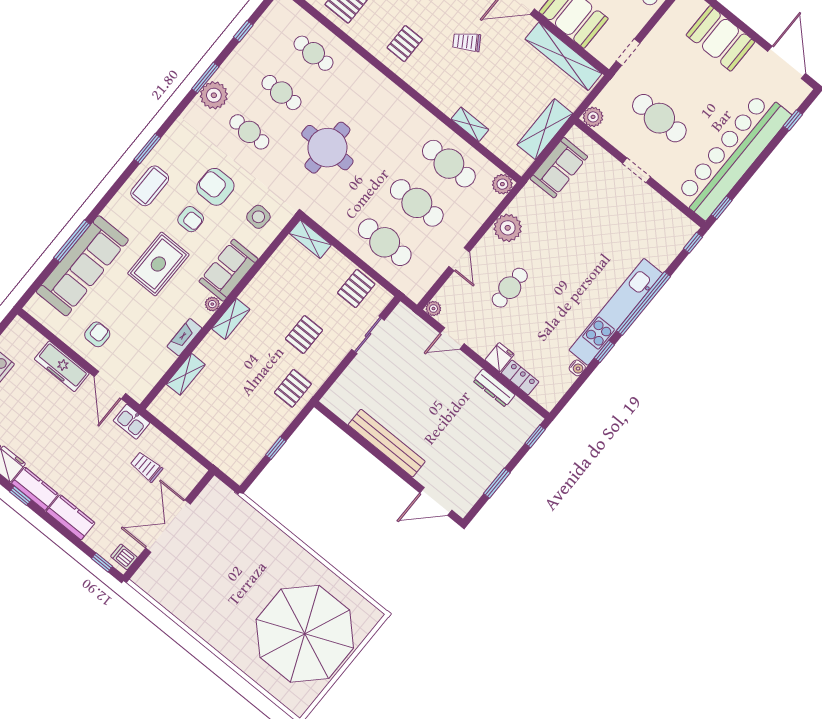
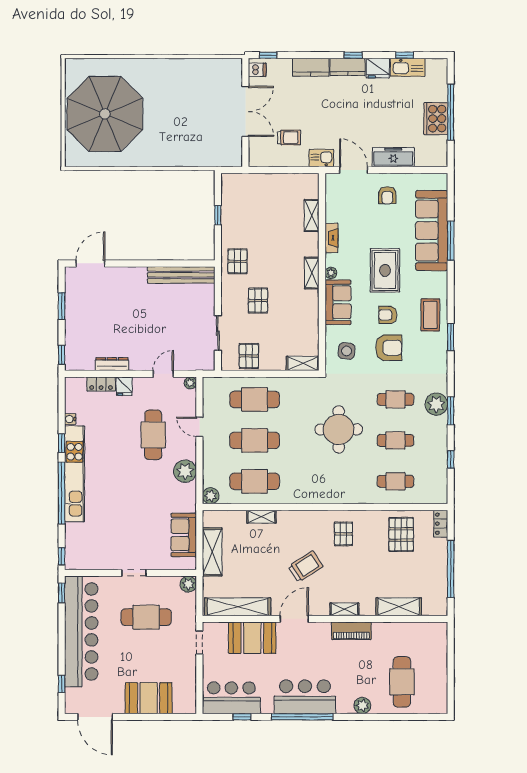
trolley: (467, 42) -> (305, 567), width x1.36, depth x1.39
cafe table: (510, 288) -> (153, 435), width x1.37, depth x1.35
bench: (387, 443) -> (181, 275), moved

